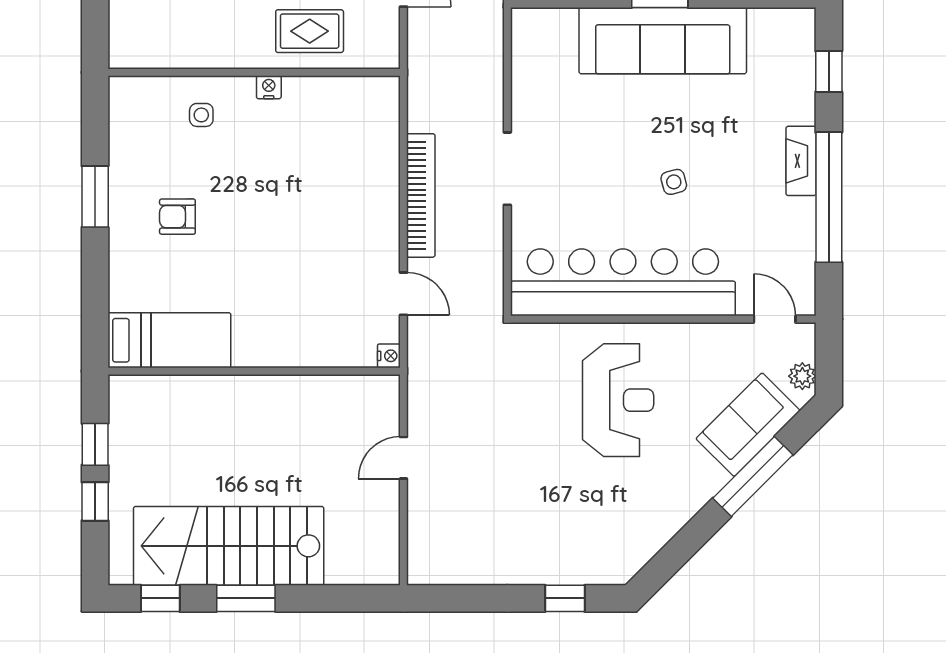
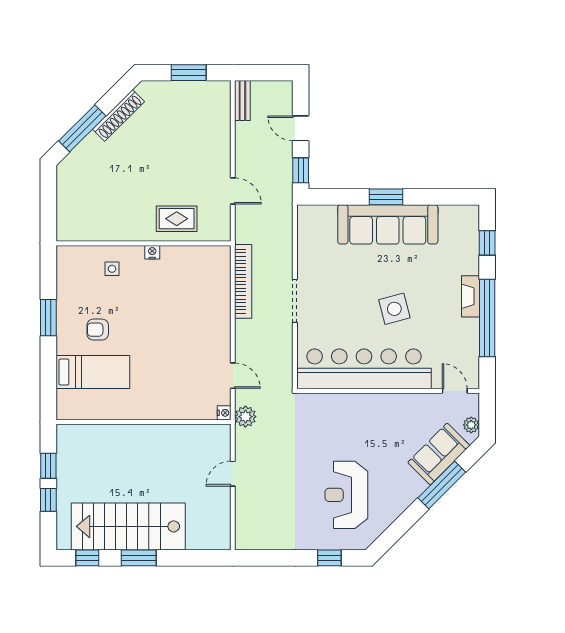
side table: (674, 182) -> (394, 309), width x1.87, depth x1.87
bookcase: (421, 195) -> (243, 281), moved
bed: (169, 340) -> (93, 372), moved
plant: (425, 362) -> (245, 417), added
reception desk: (618, 400) -> (346, 495), moved, turned 180

